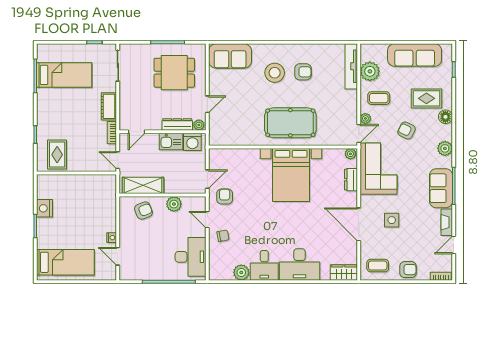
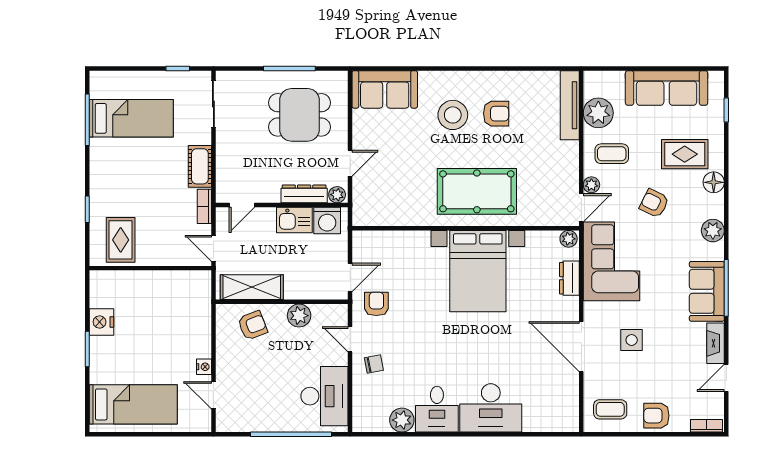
armchair: (408, 270) -> (656, 416), turned 180
wardrobe: (344, 273) -> (558, 420), removed

